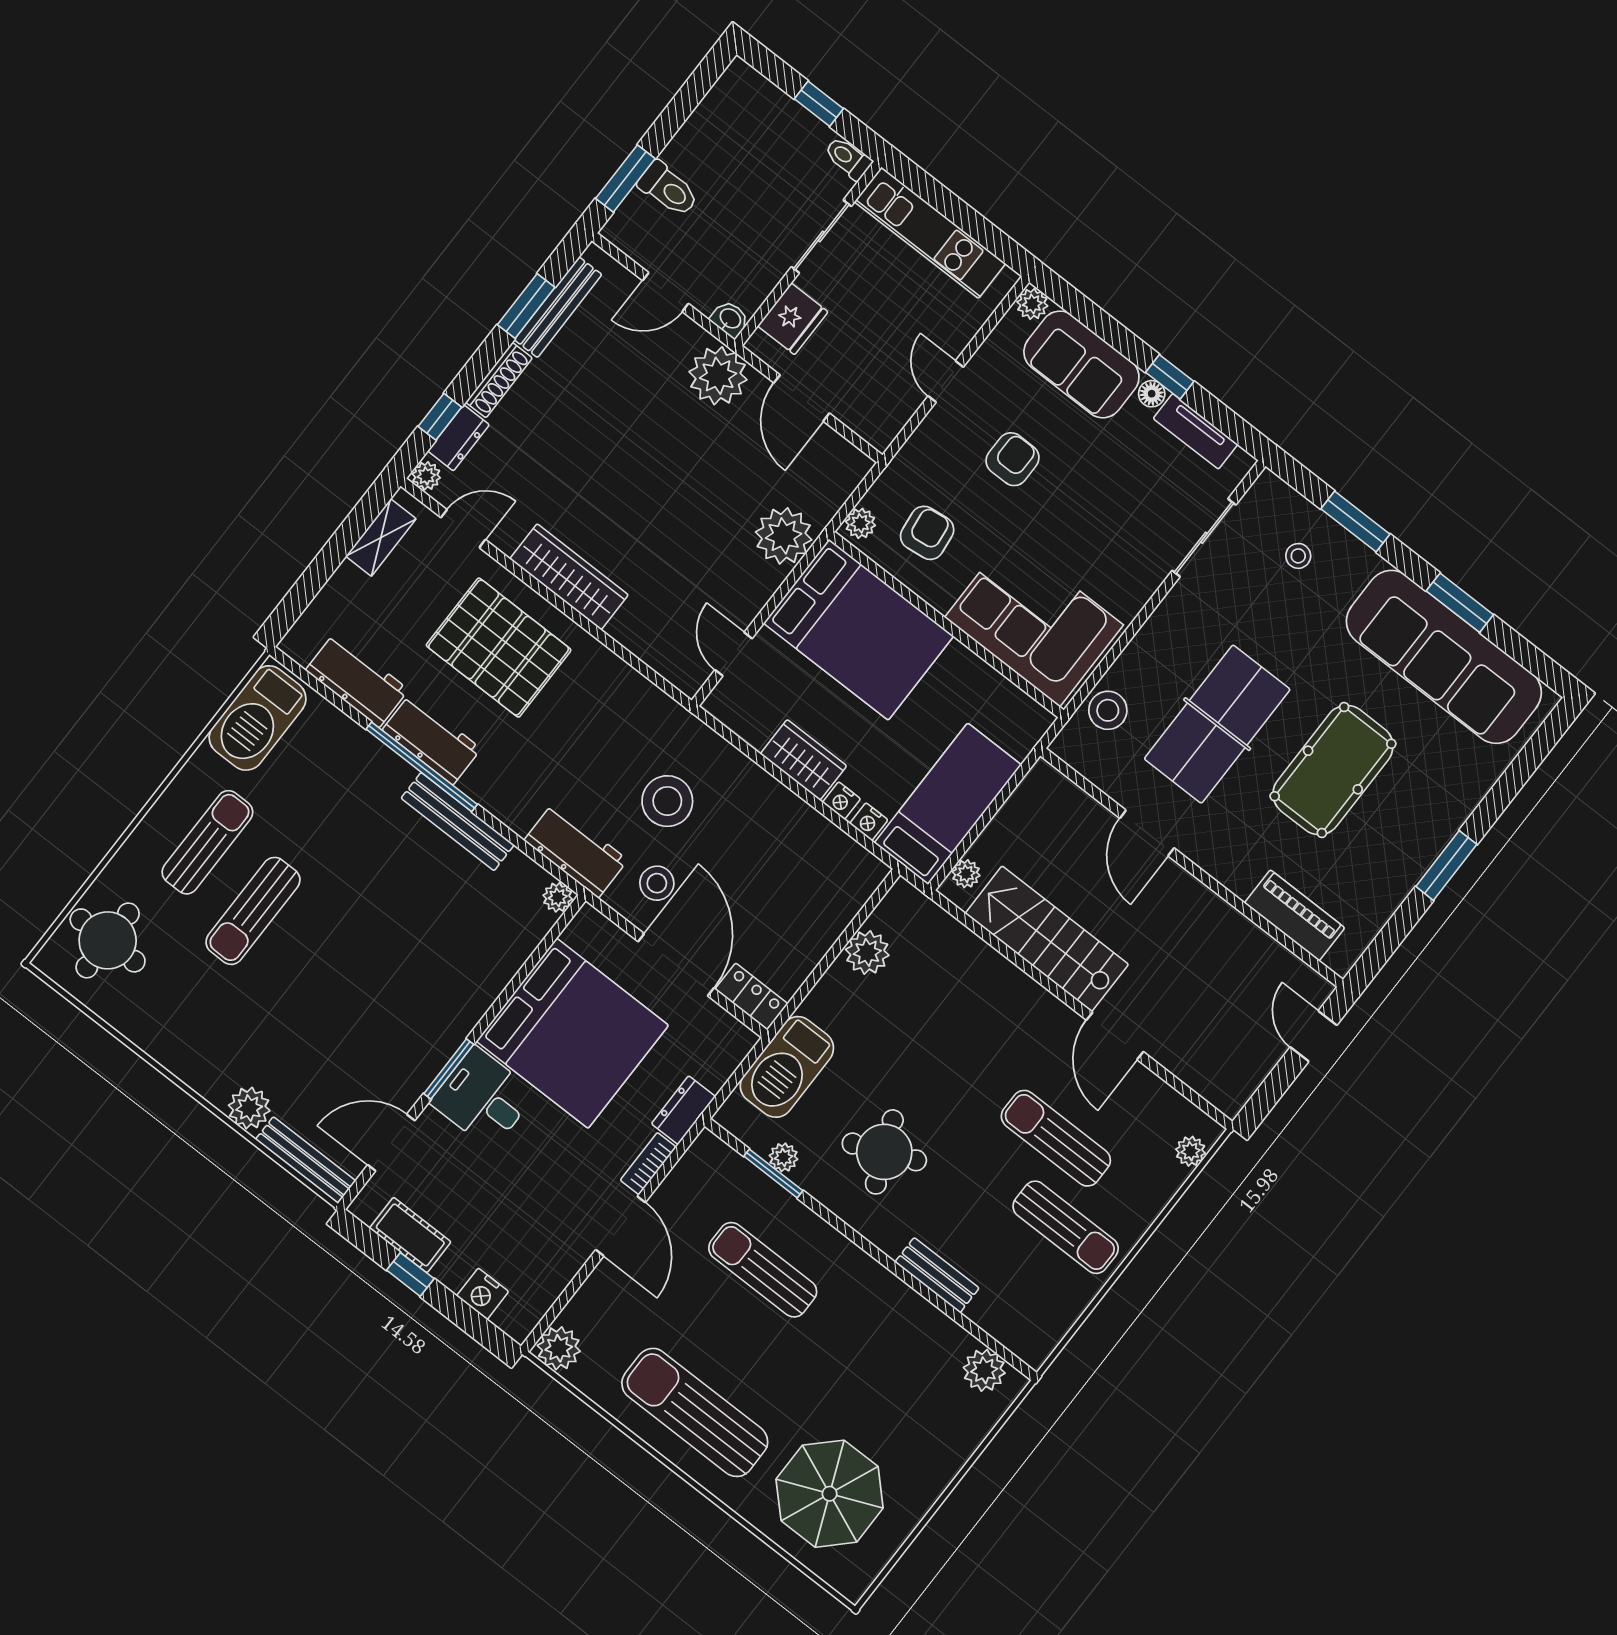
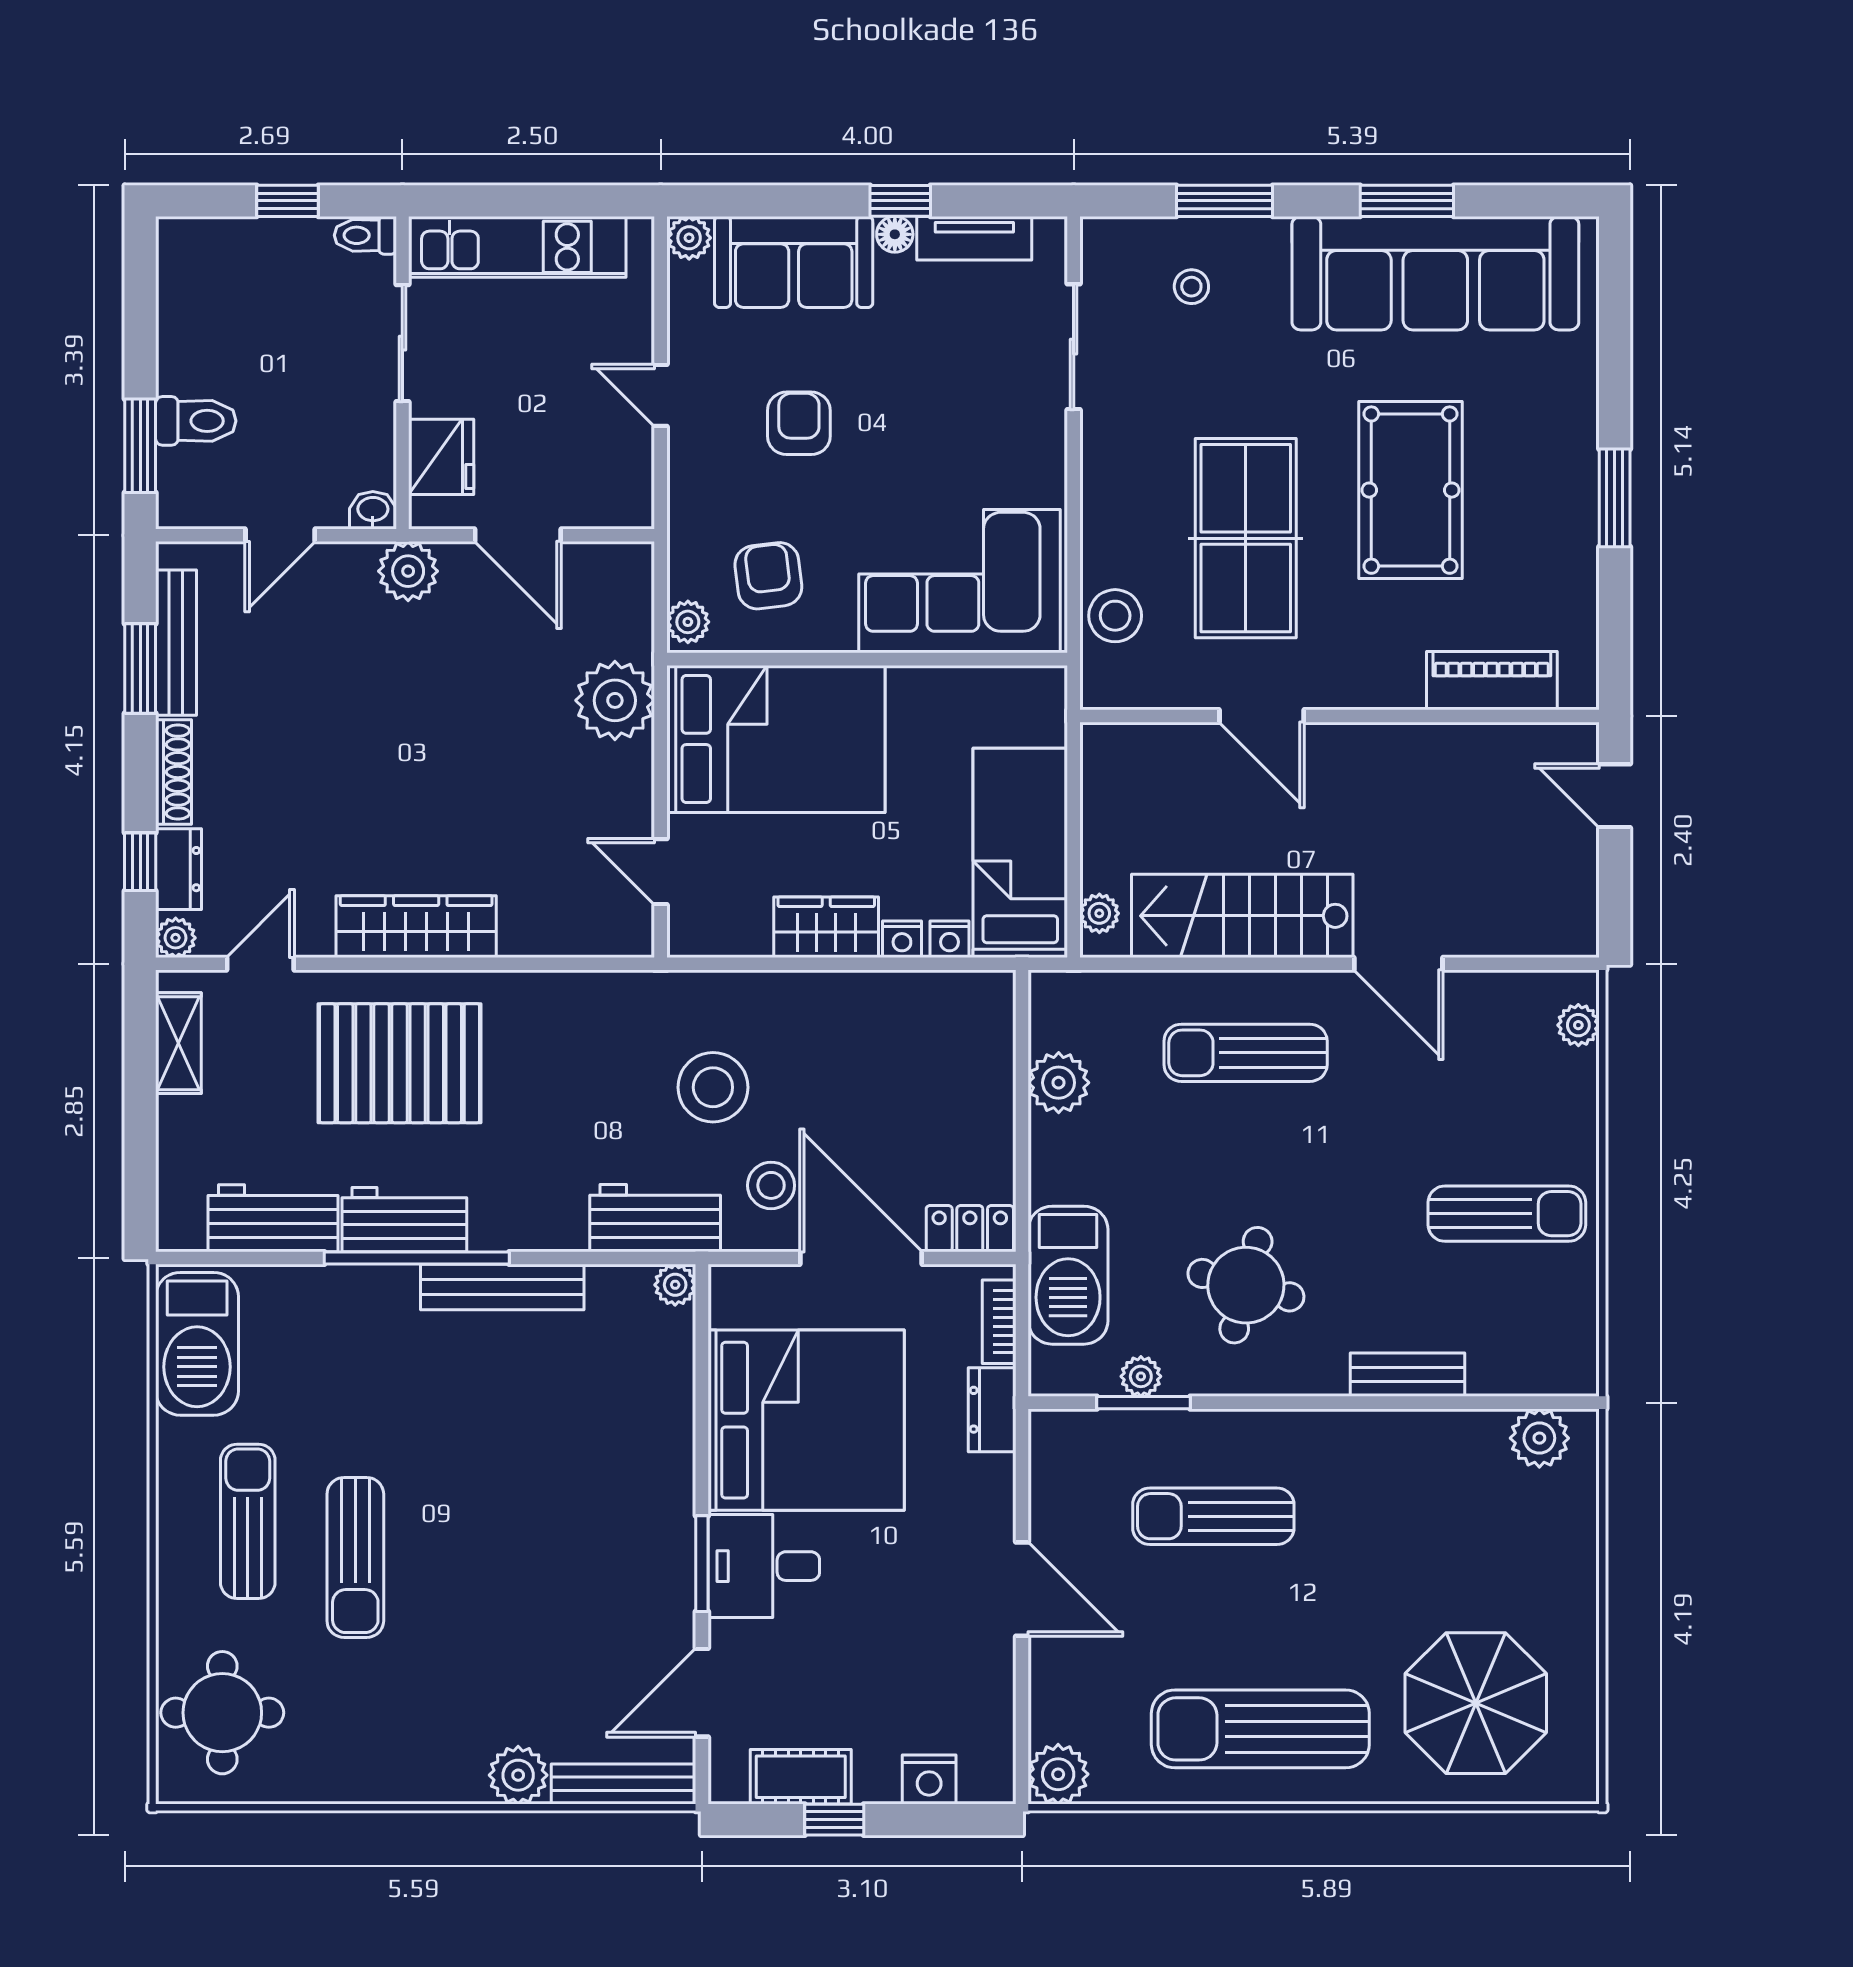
plant: (718, 376) -> (408, 571), width x0.73, depth x0.73
sun lounger: (1056, 1138) -> (1246, 1053), moved
round table: (884, 1152) -> (1246, 1285), turned 38
bookcase: (648, 1164) -> (999, 1322), moved

